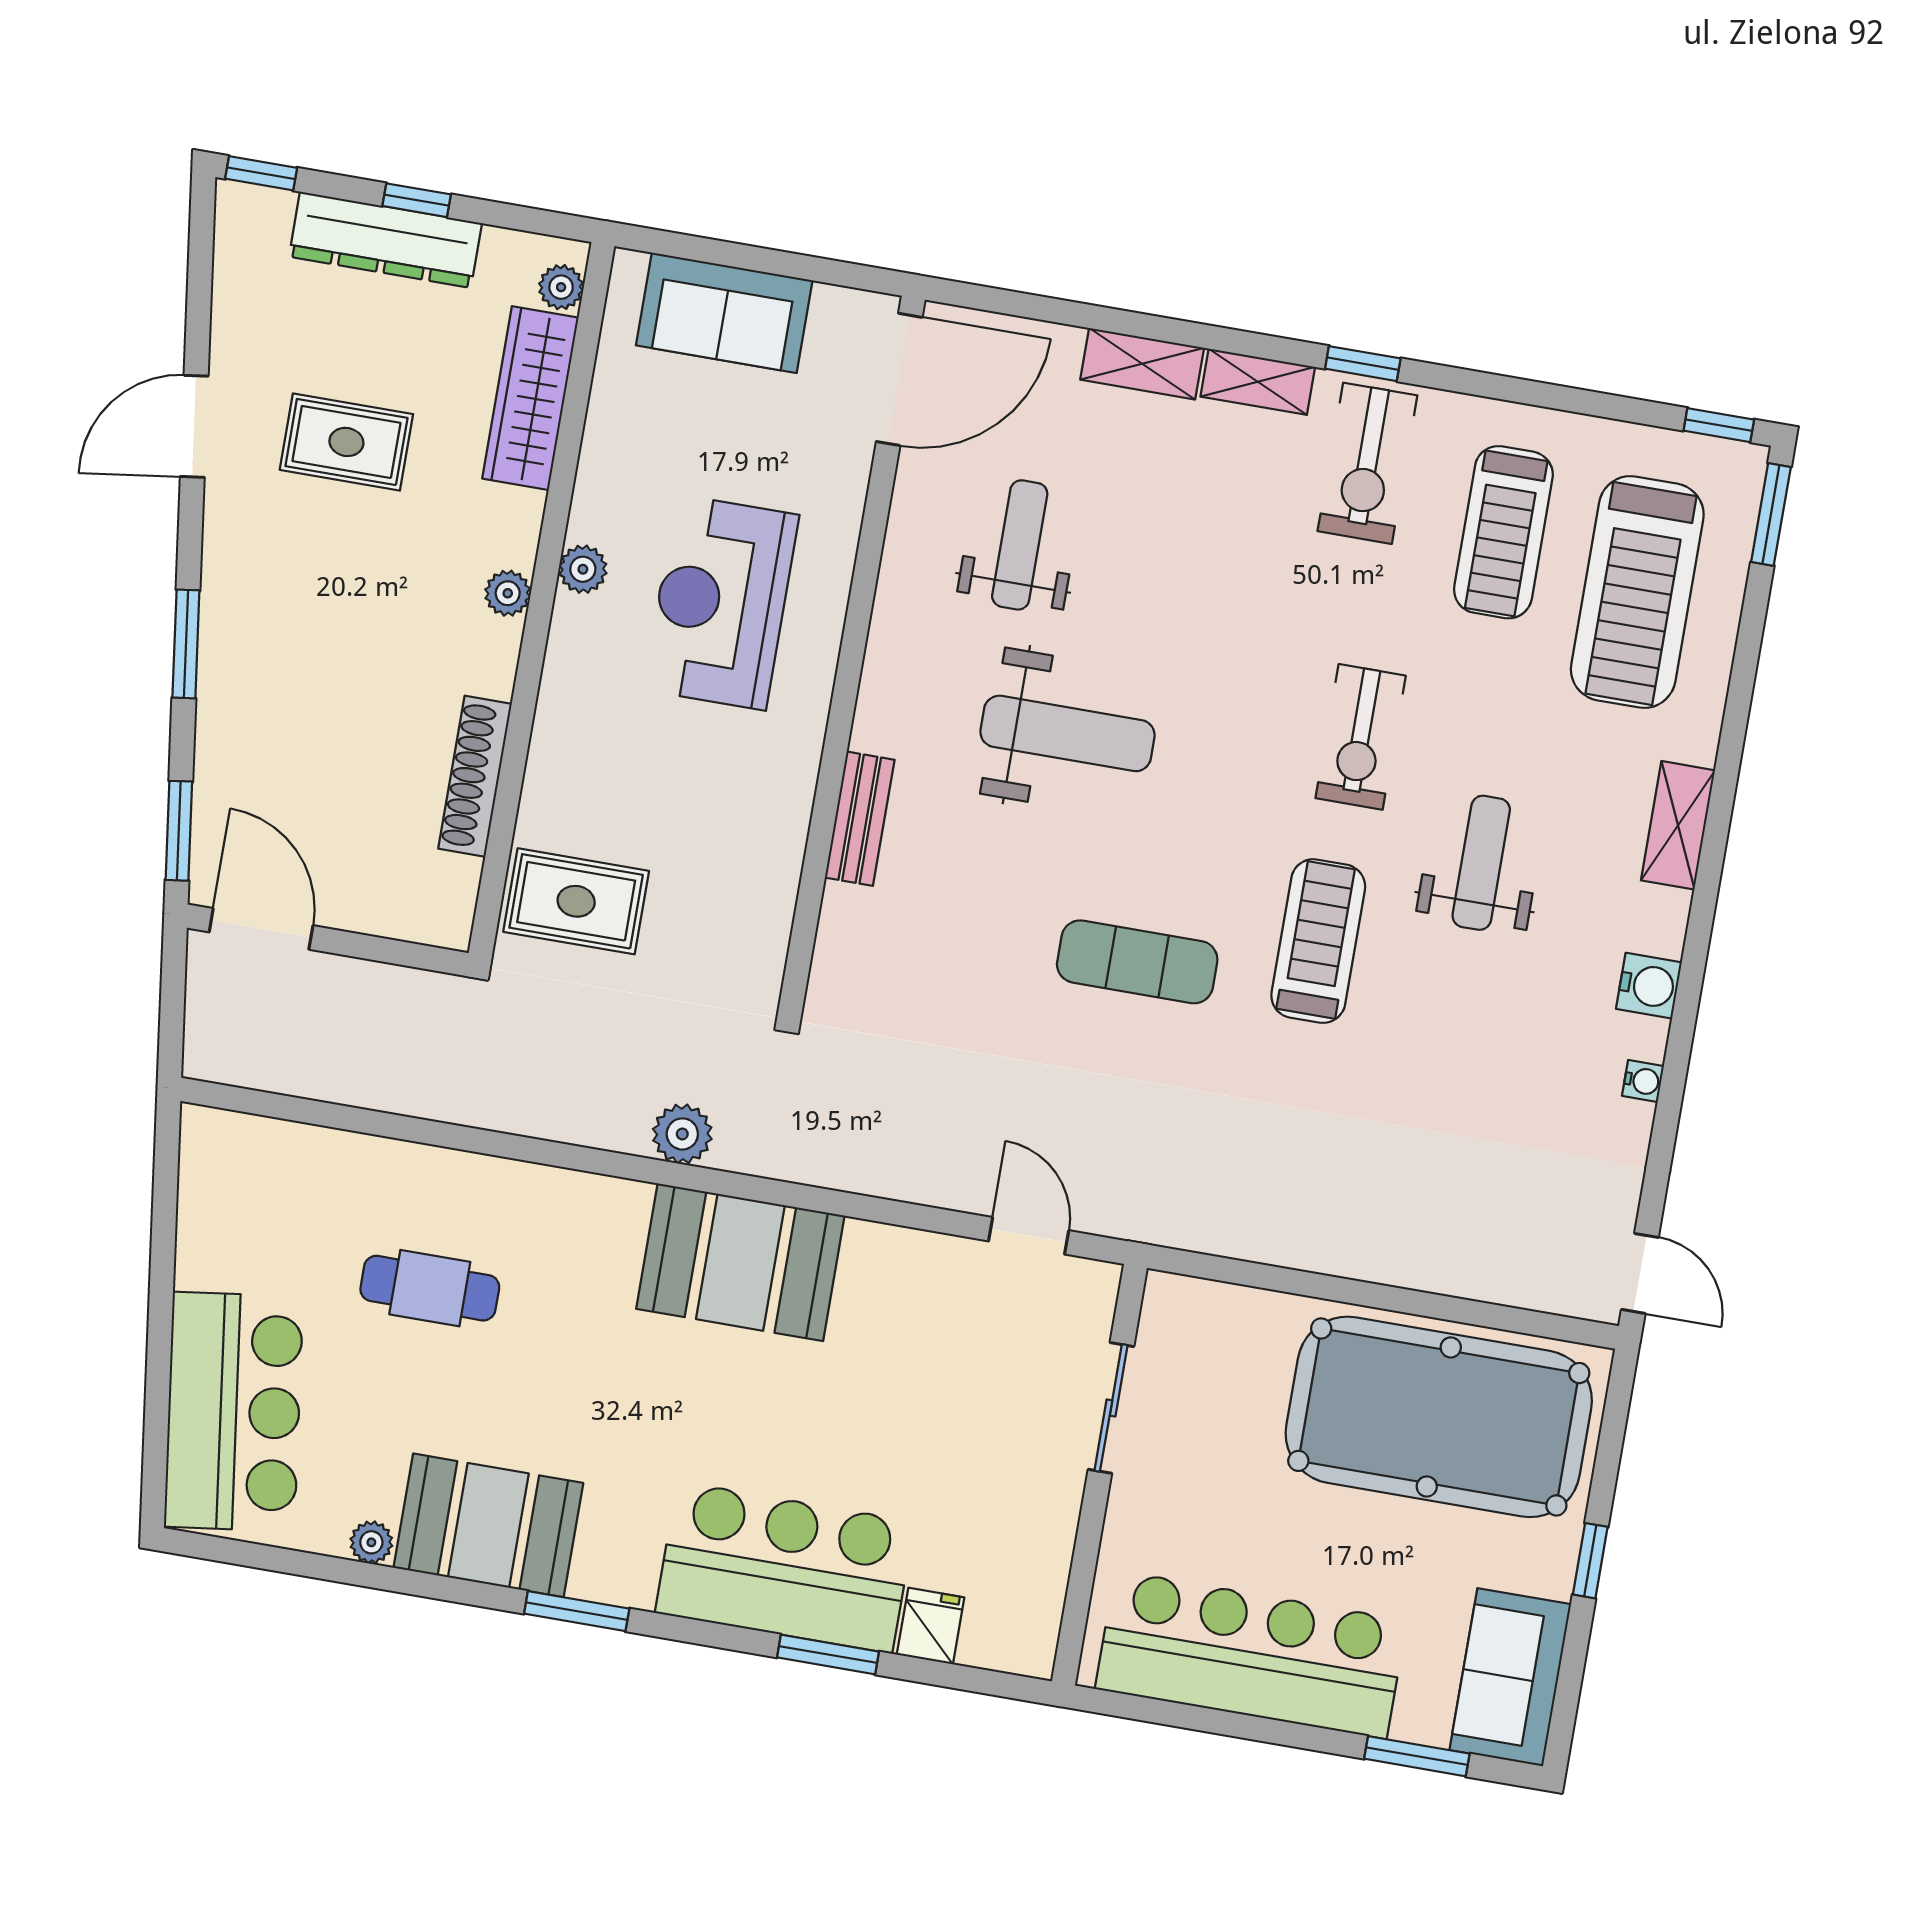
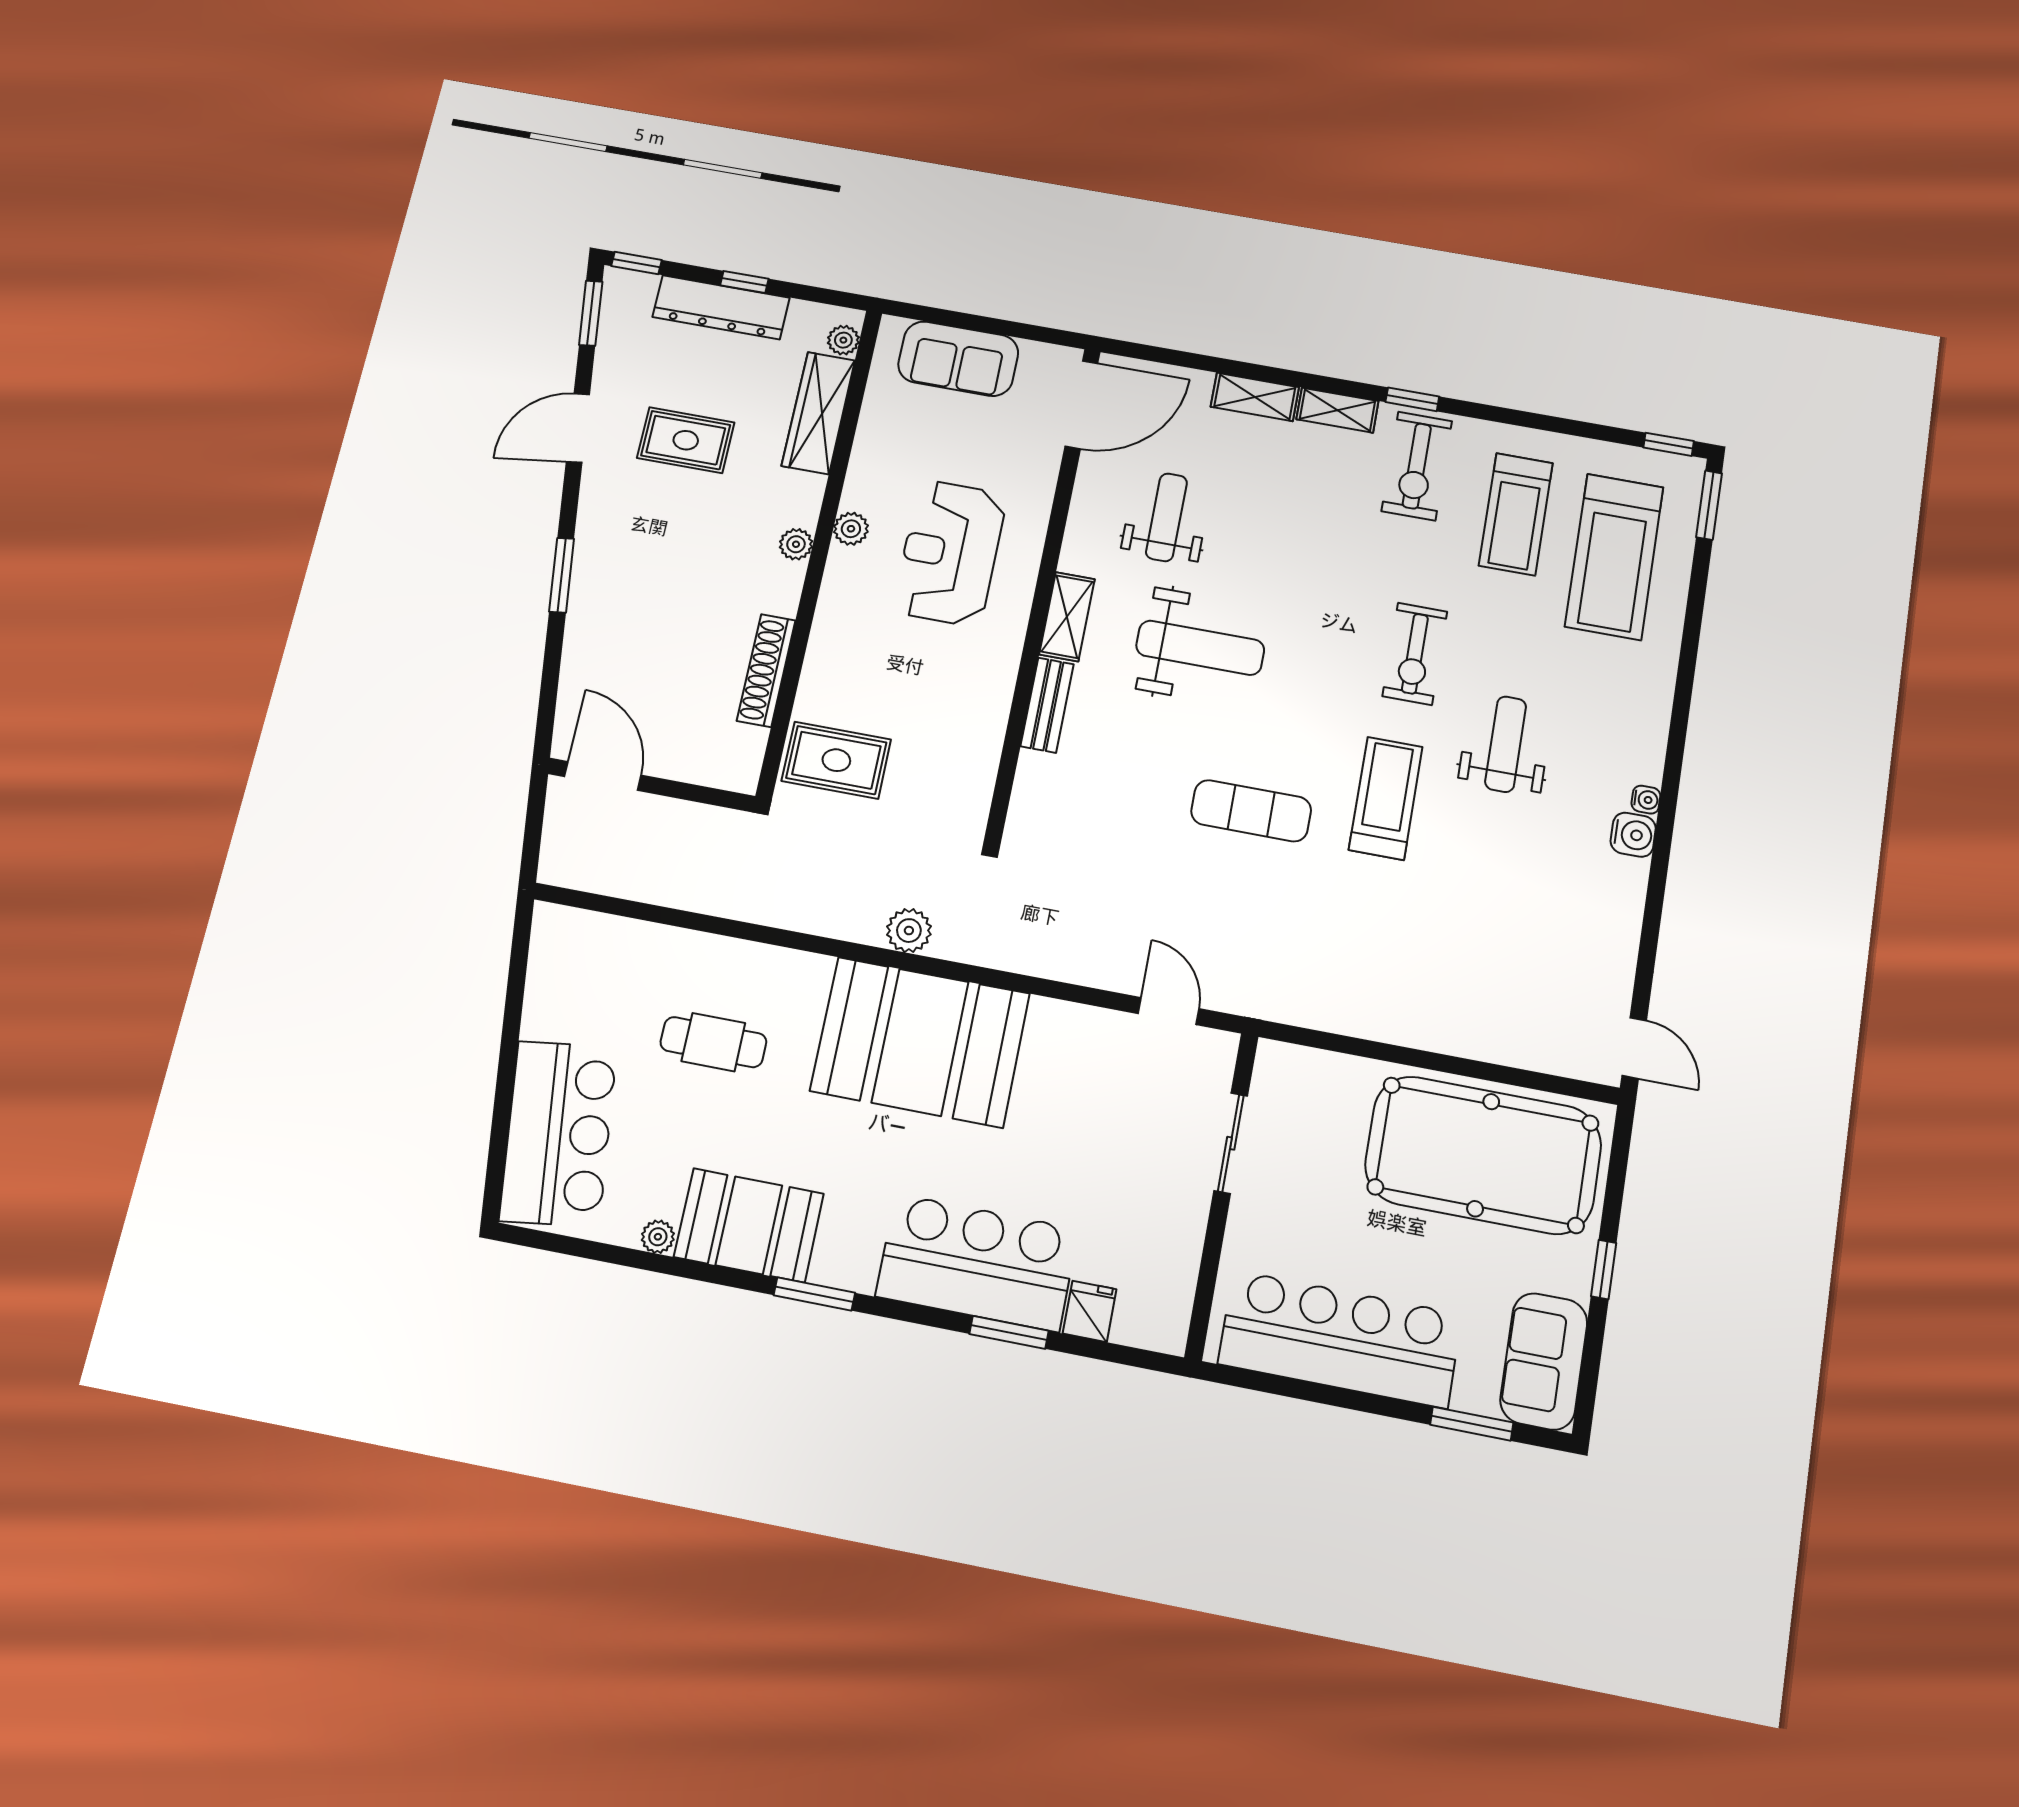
shelving: (1678, 825) -> (1067, 617), moved
window: (179, 831) -> (591, 313), moved
water cooler: (1643, 1081) -> (1646, 800), moved
booth: (740, 1262) -> (920, 1042), width x1.36, depth x1.42

